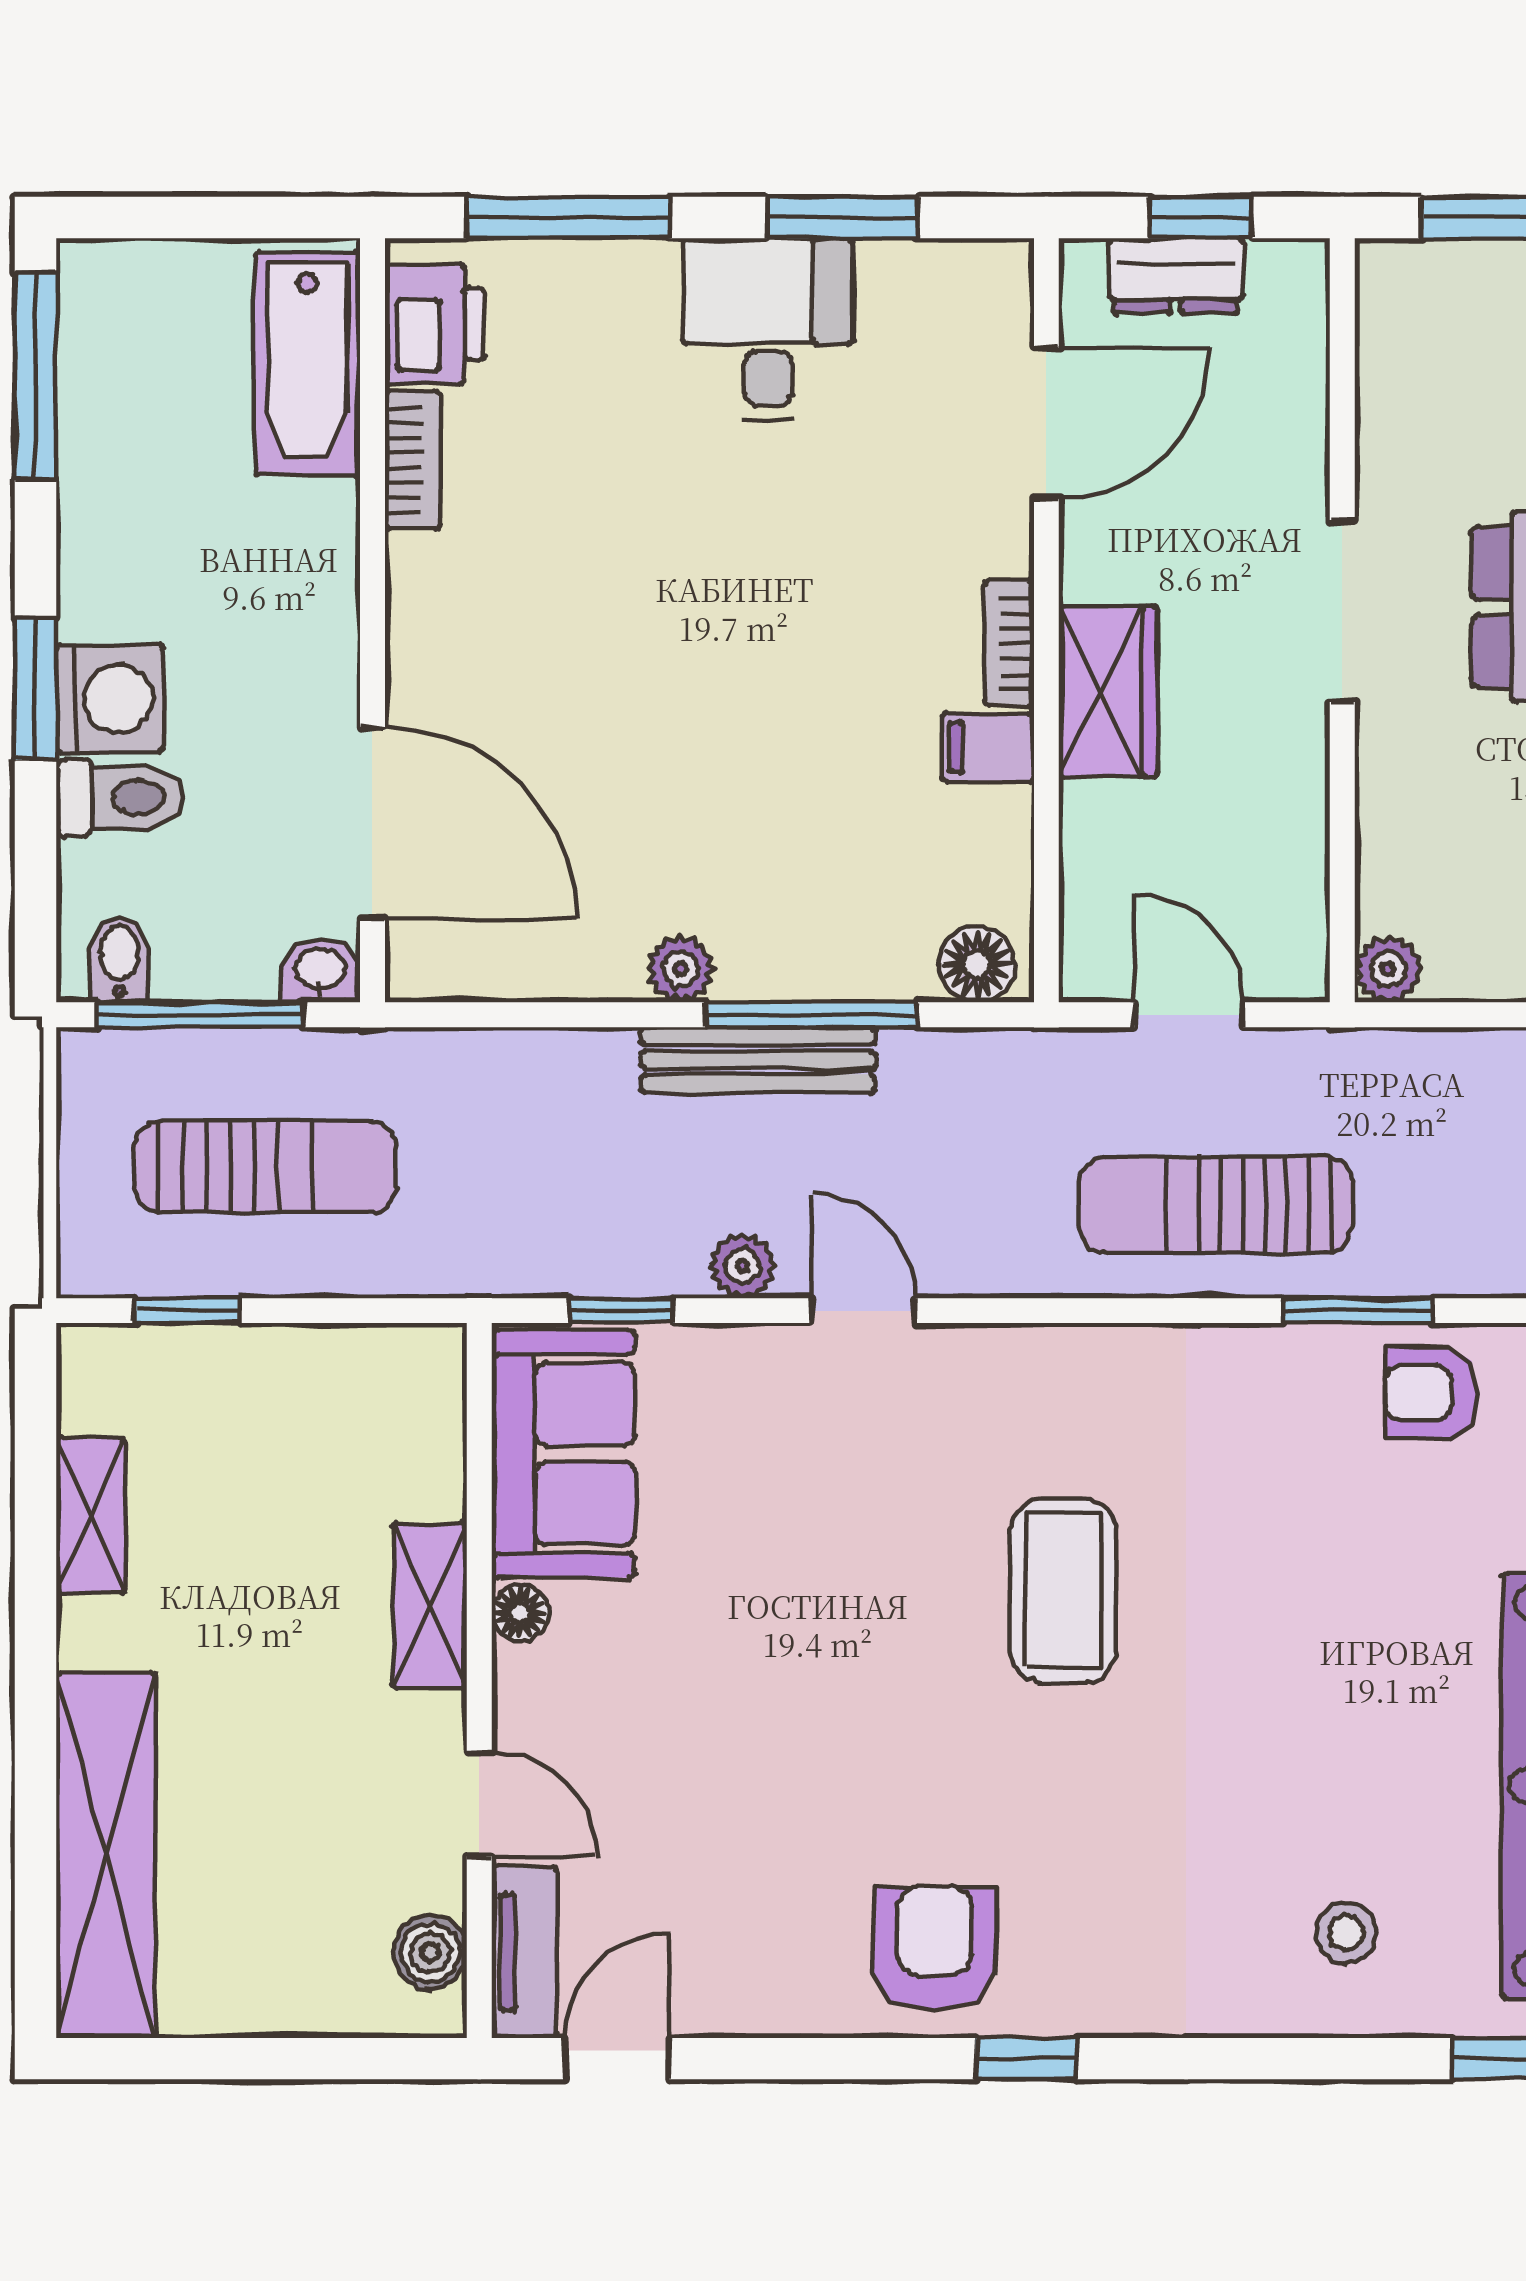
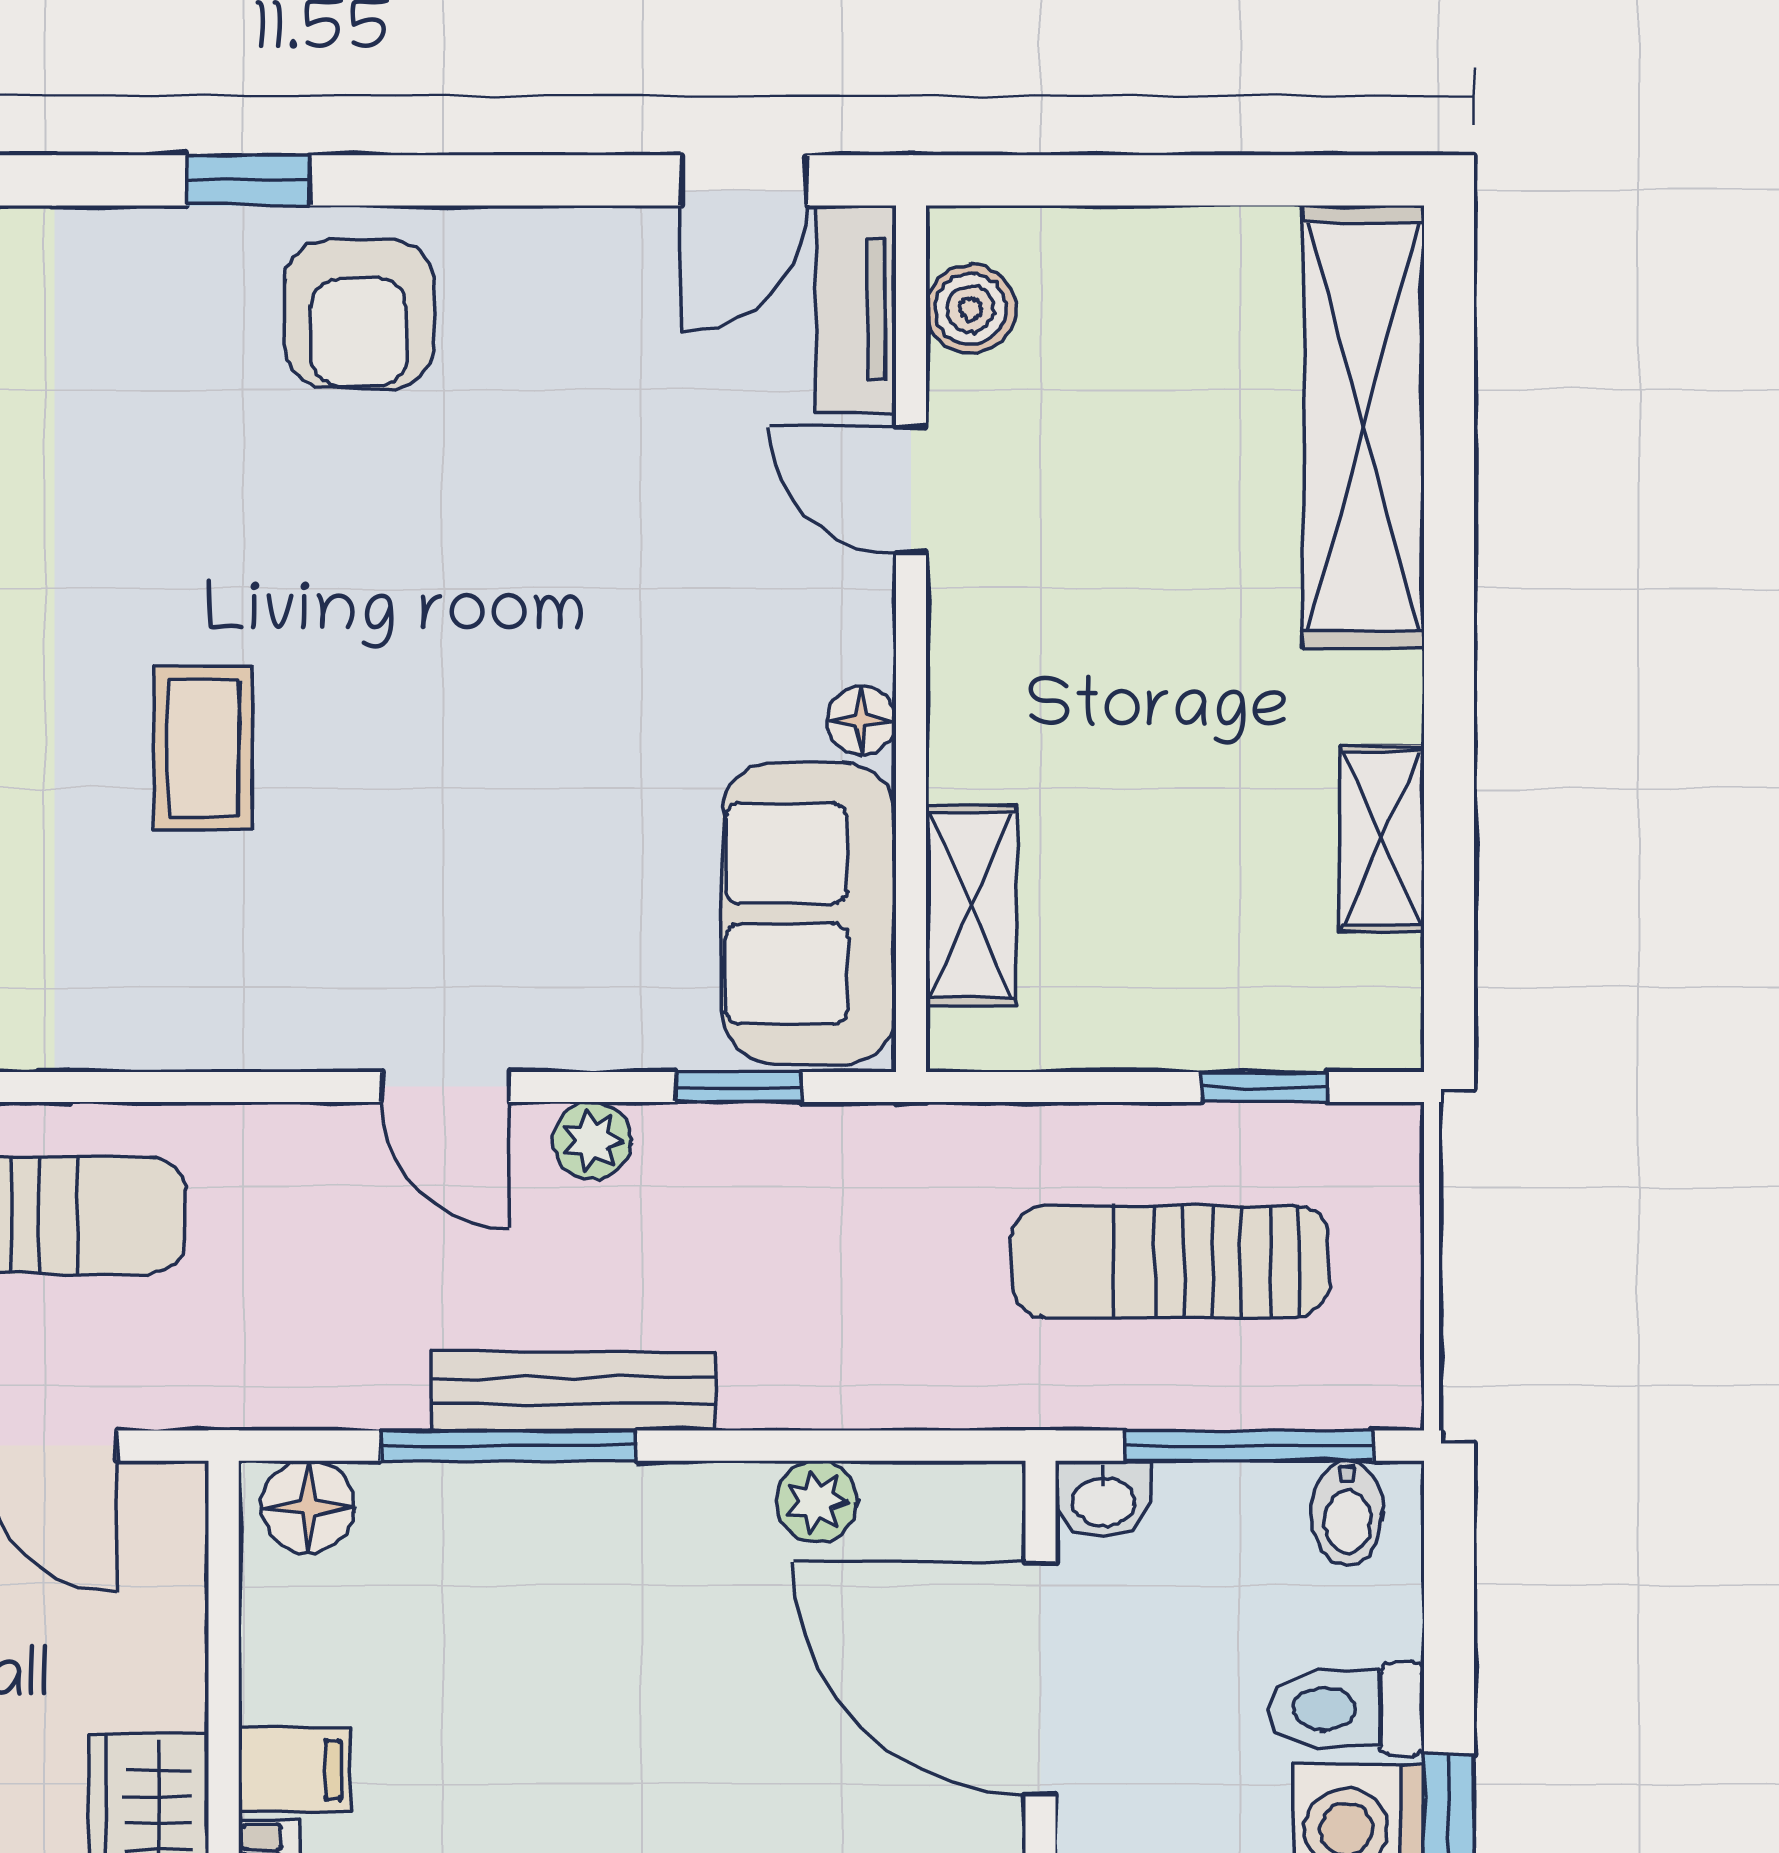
plant: (681, 969) -> (817, 1501), moved
coffee table: (1063, 1590) -> (203, 748), width x0.73, depth x0.77
shelving: (430, 1606) -> (971, 906), moved

